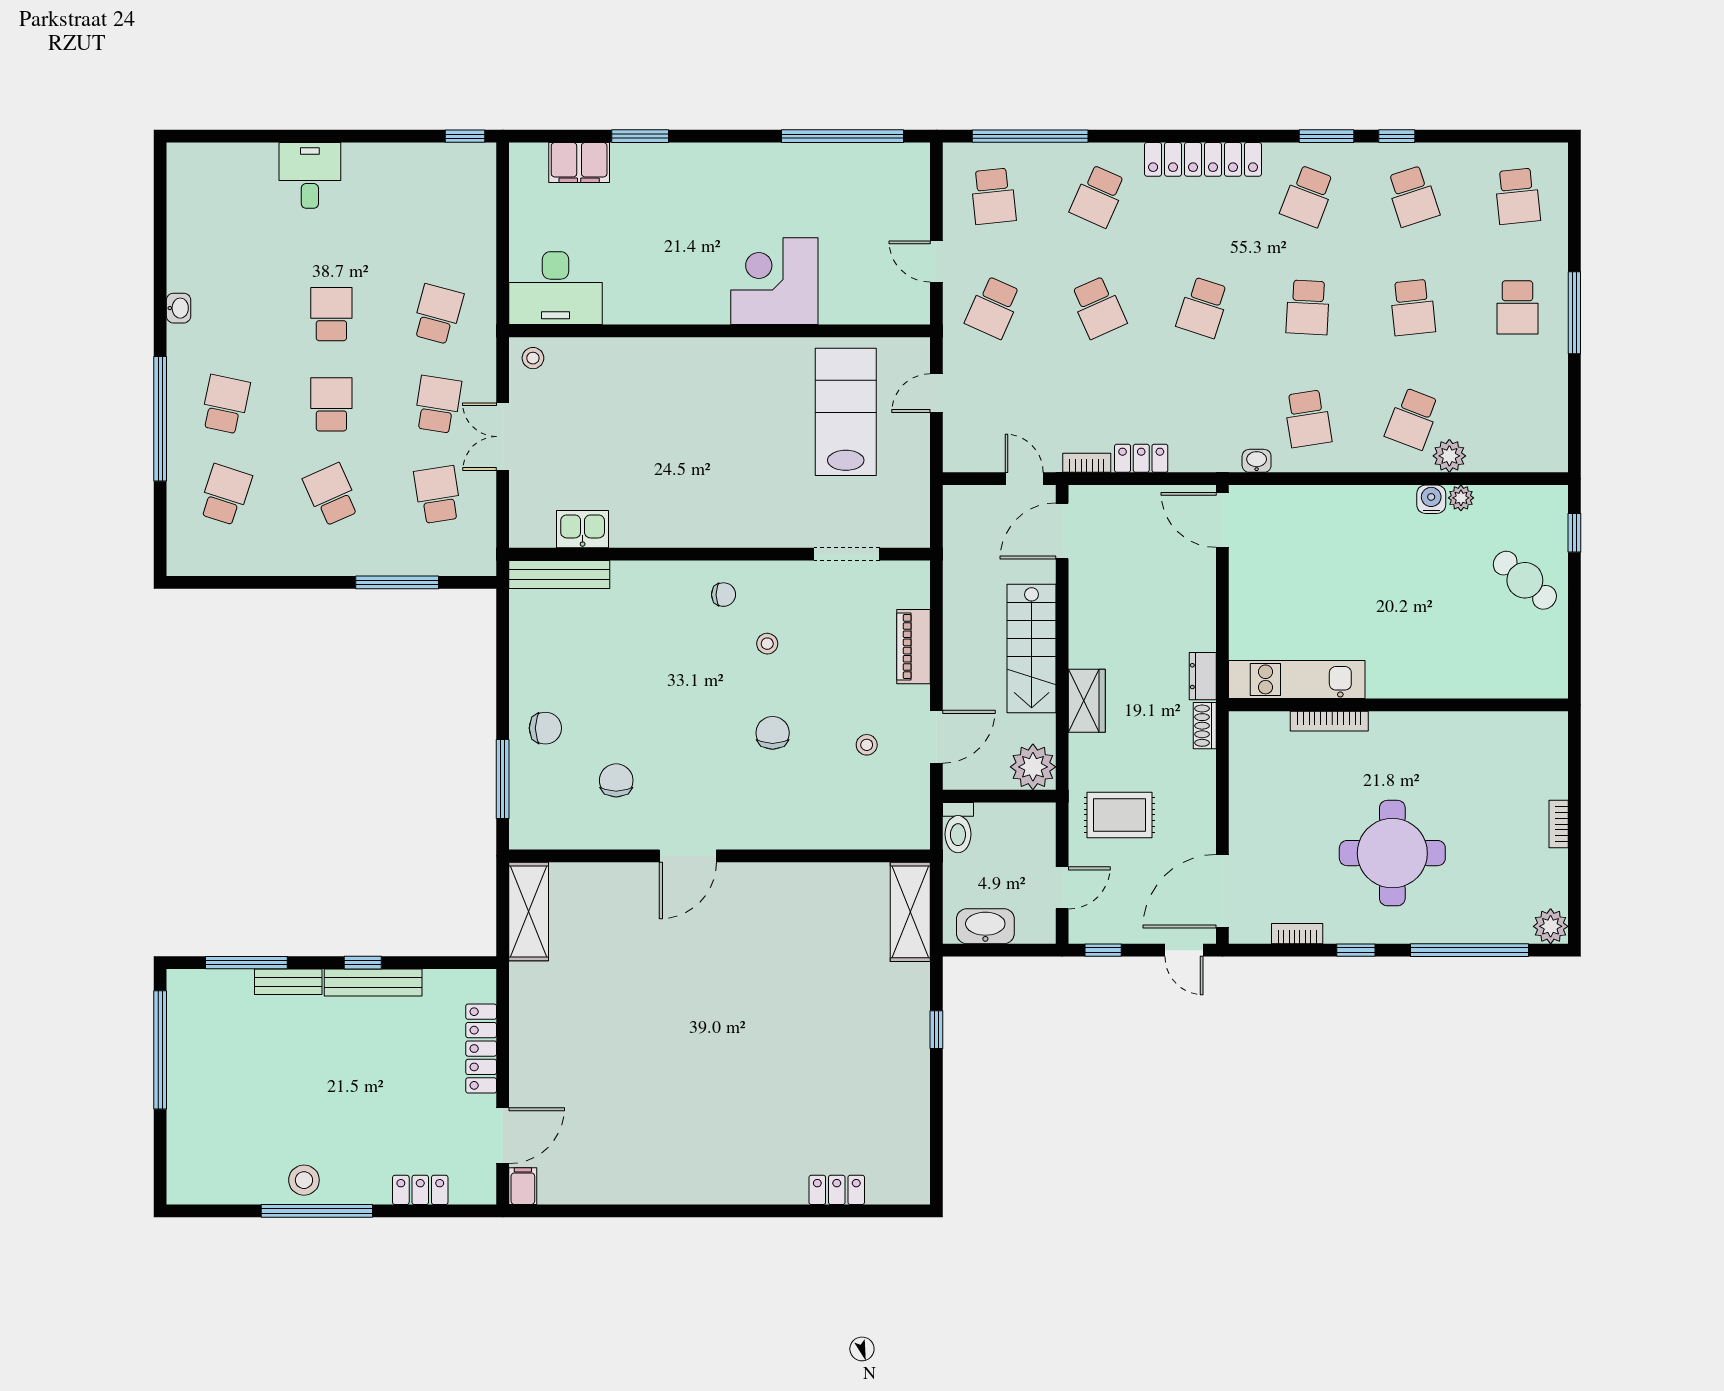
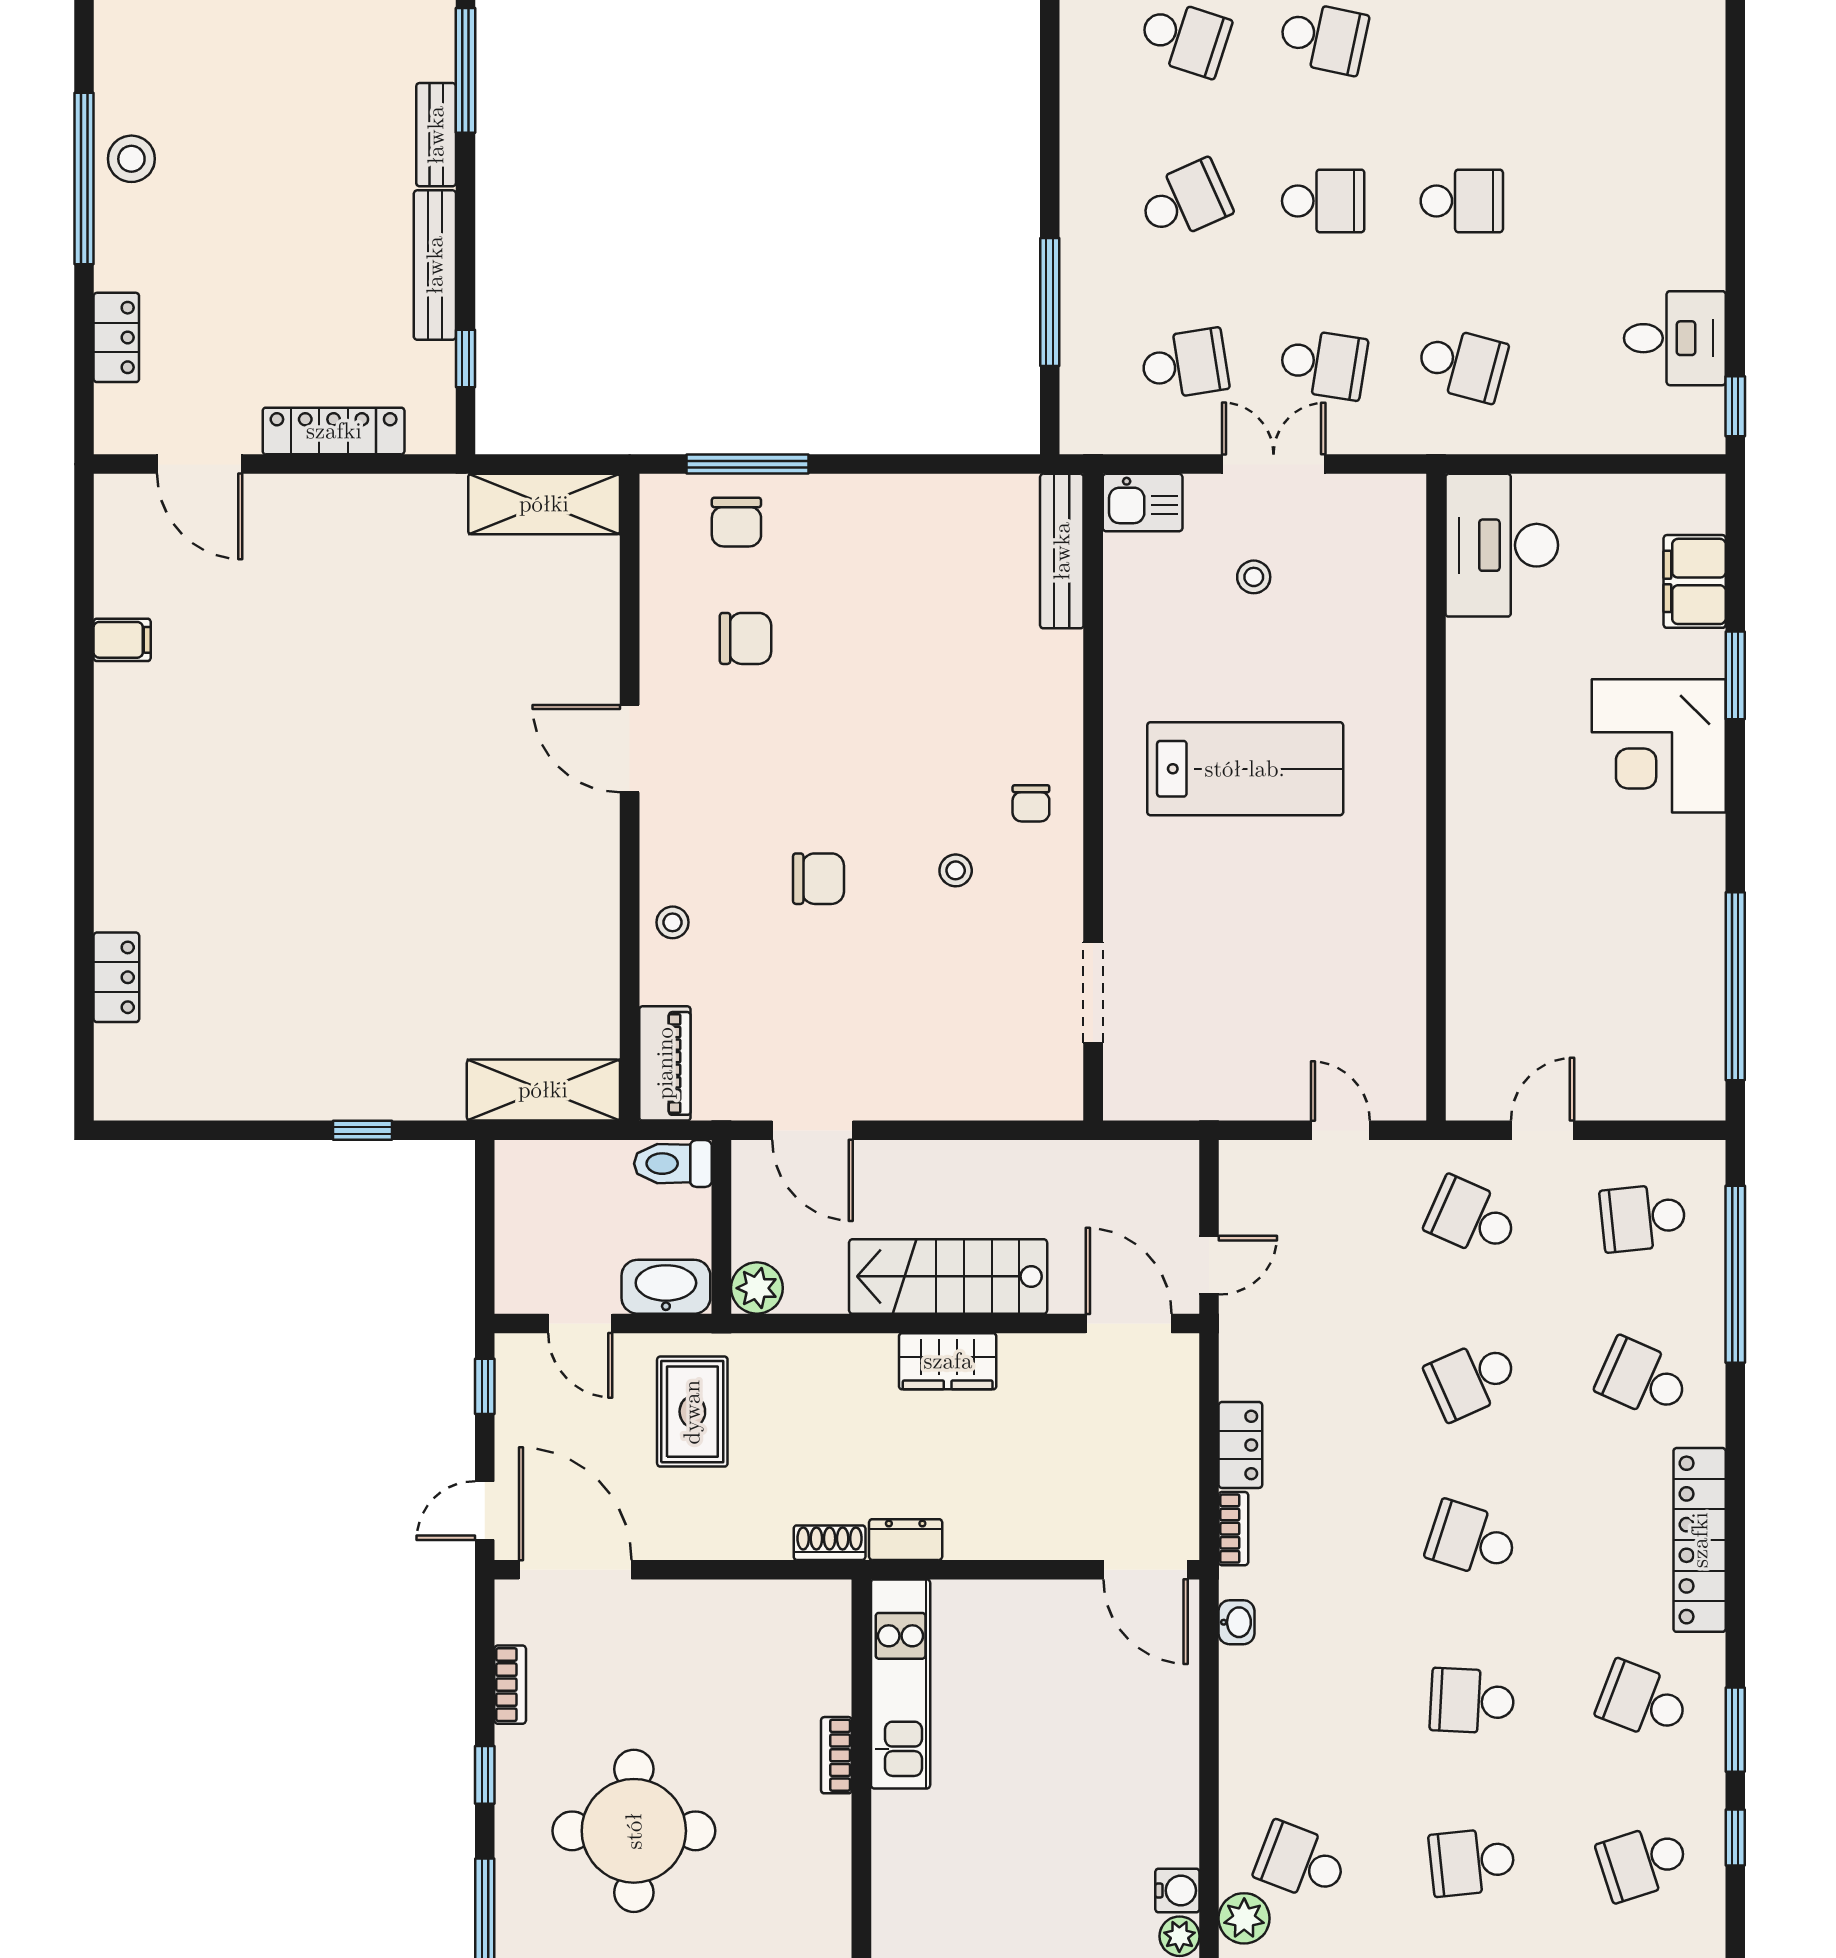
desk: (310, 175) -> (1675, 338), moved
corner desk: (774, 281) -> (1659, 746), moved, turned 180
stool: (533, 358) -> (1254, 577), moved
lab bench: (846, 412) -> (1245, 769), moved
school desk: (1308, 419) -> (1301, 1701), removed
bookcase: (1087, 463) -> (1233, 1529), moved
door: (1222, 520) -> (1146, 1570), swing flipped
kitchen sink: (583, 529) -> (1143, 503), moved, turned 90
piano: (913, 647) -> (665, 1063), moved, turned 90
wardrobe: (1087, 701) -> (948, 1361), moved
bookcase: (1329, 721) -> (836, 1755), width x0.64
chair: (545, 728) -> (736, 522), moved
stool: (867, 745) -> (673, 922), moved
plant: (1033, 767) -> (757, 1288), width x0.73, depth x0.73
washbasin: (985, 926) -> (666, 1287), moved, turned -90
window: (363, 963) -> (465, 358), moved
filing cabinet: (523, 1186) -> (122, 640), moved

